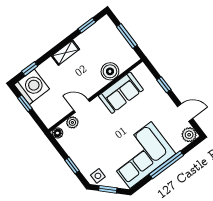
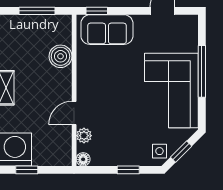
window: (164, 85) -> (97, 11), moved
sofa: (121, 93) -> (107, 30), moved, turned 90
plant: (189, 135) -> (189, 24), removed

